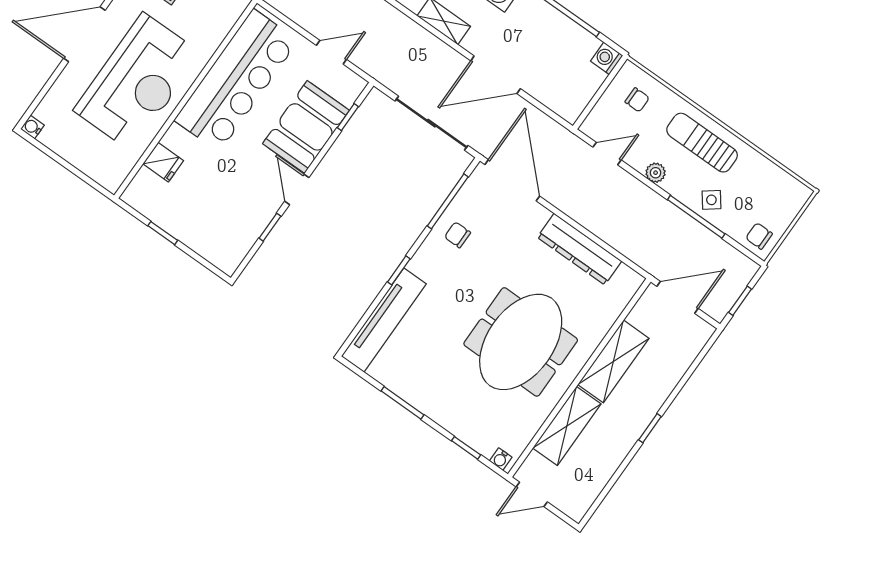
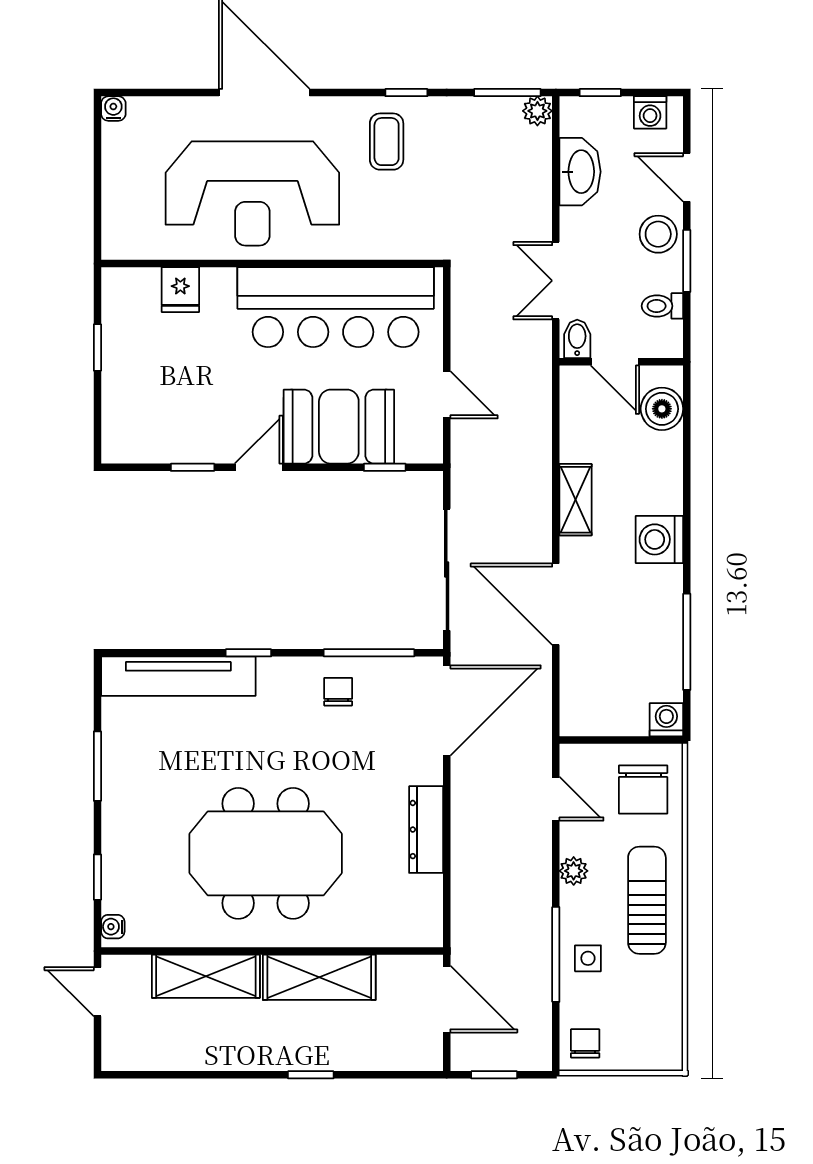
chair: (637, 100) -> (643, 789), width x1.87, depth x1.87
side table: (711, 200) -> (588, 958), turned 37
dresser: (579, 249) -> (426, 830), width x0.73, depth x0.80
window: (650, 428) -> (311, 1075), moved

